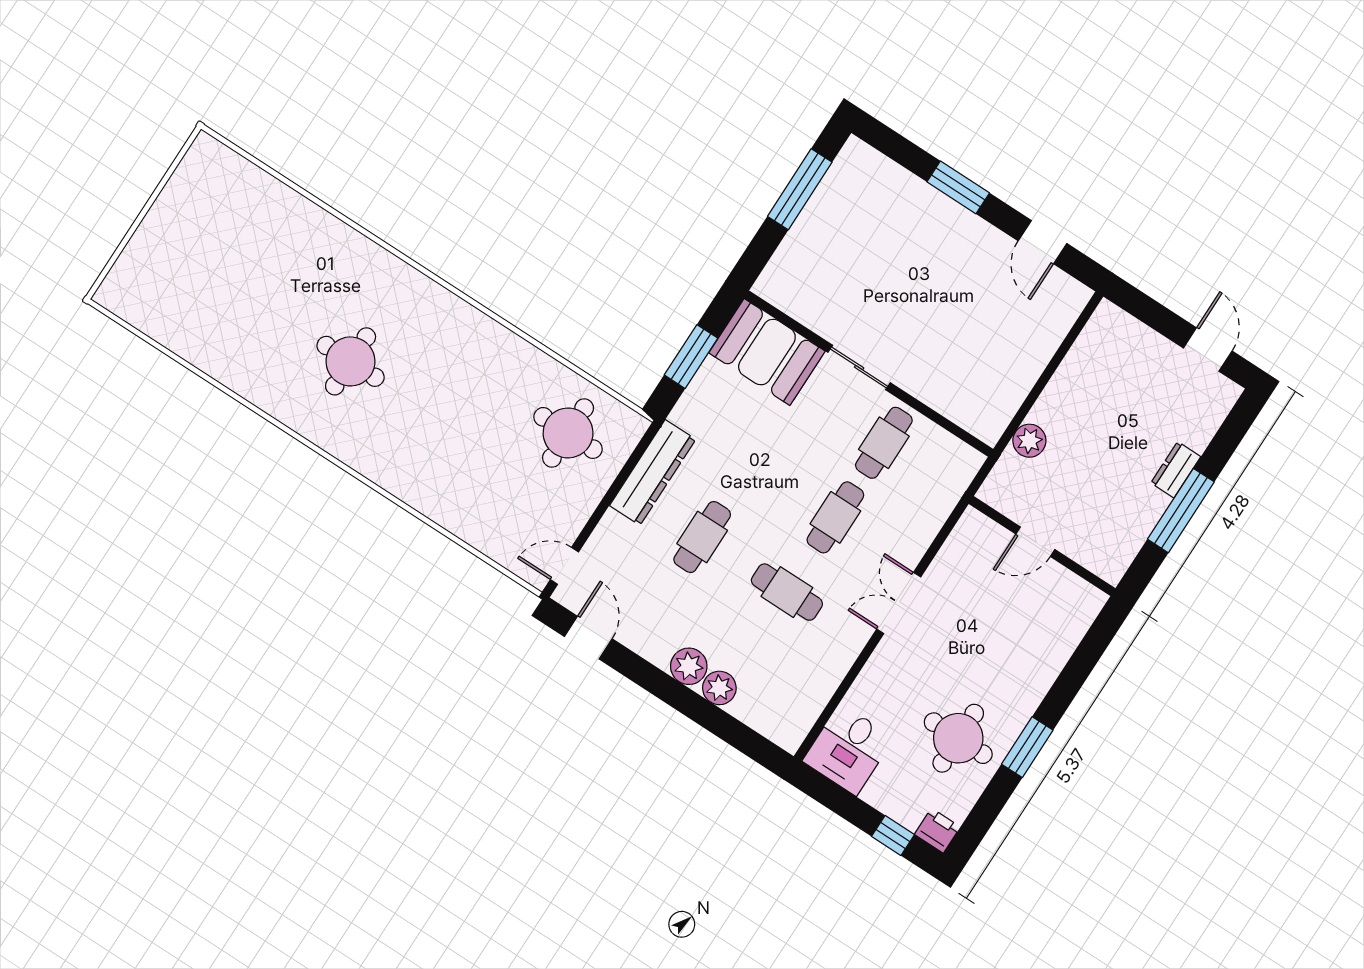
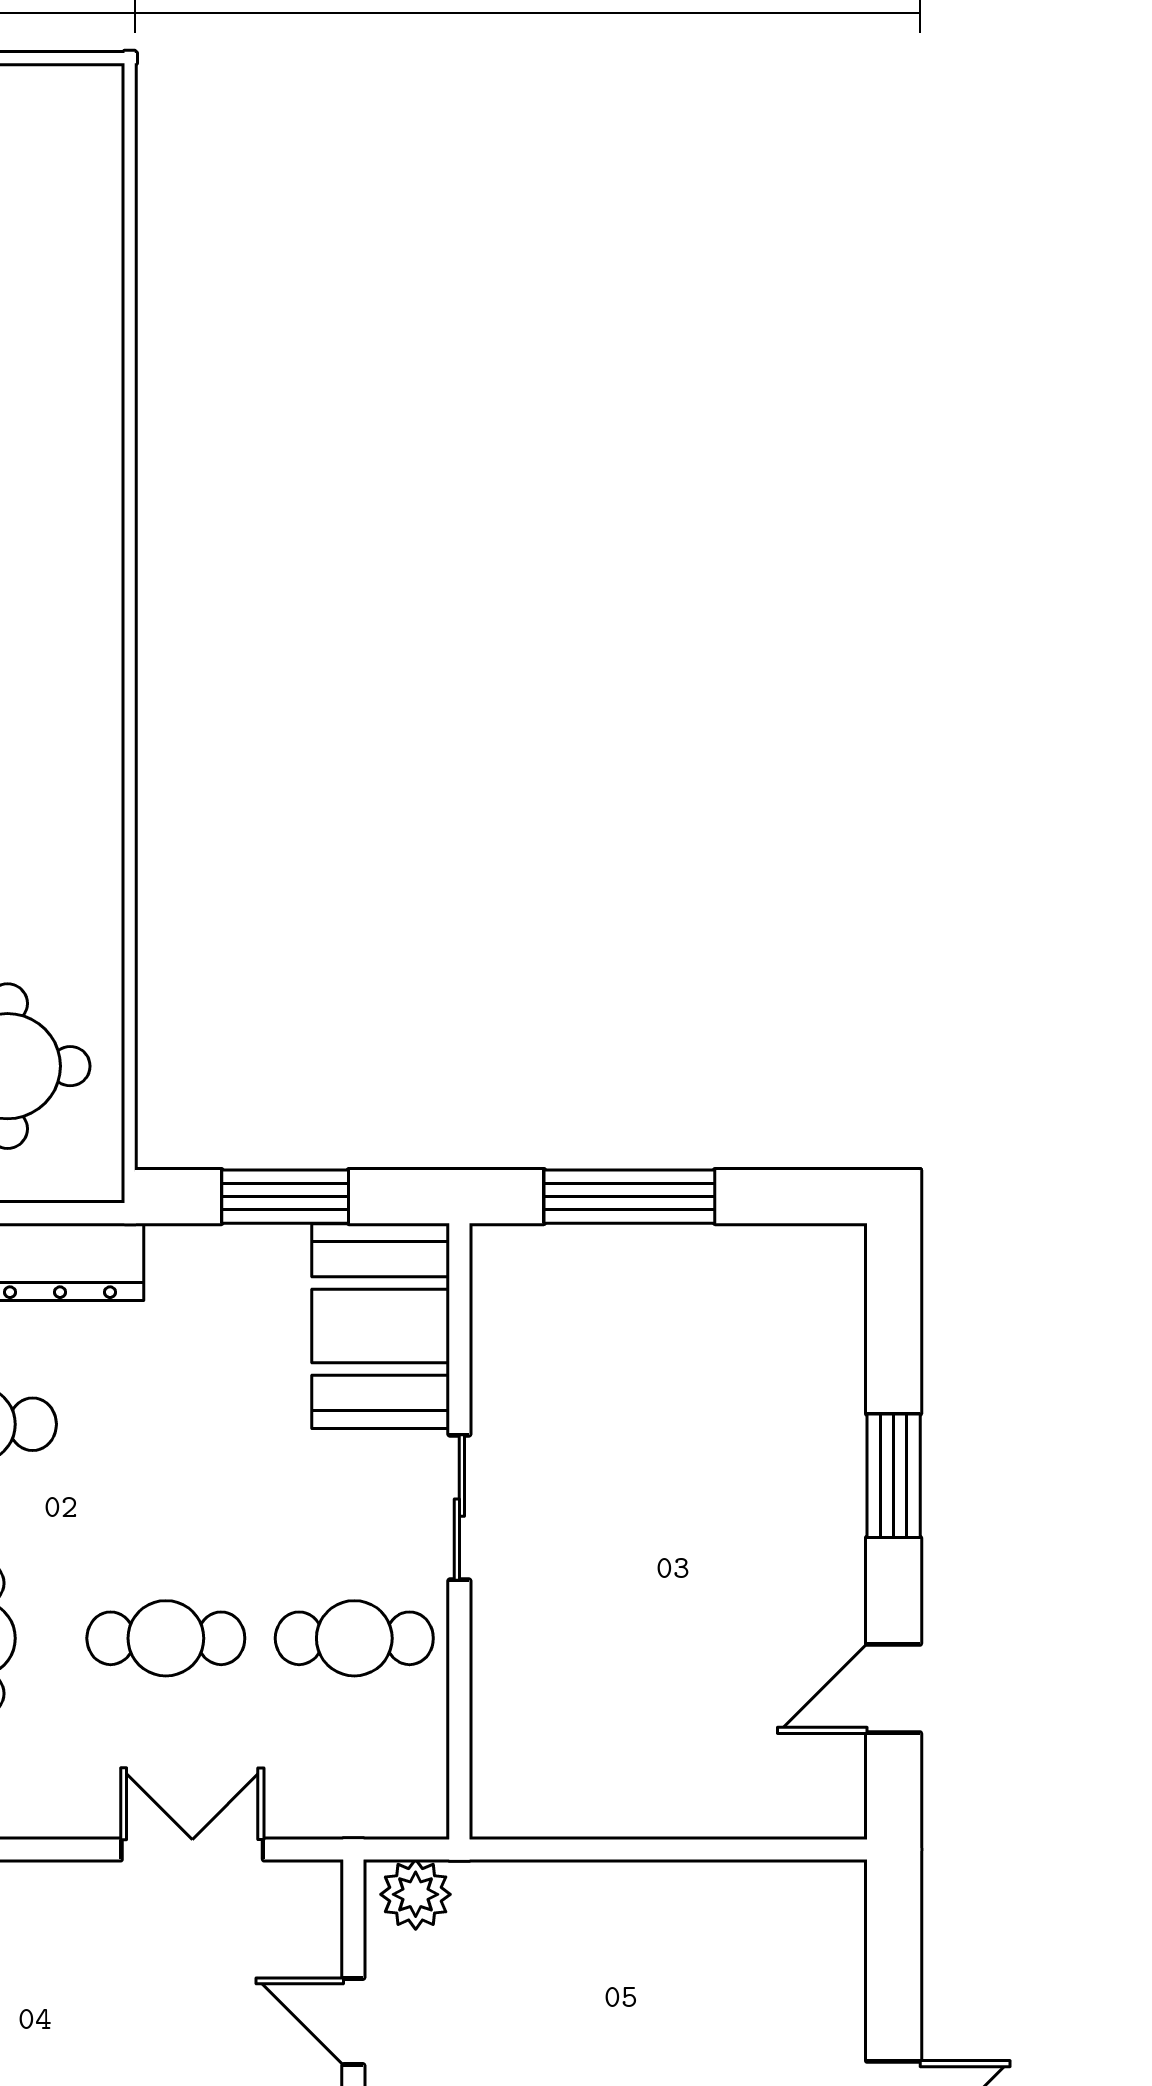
window: (800, 189) -> (629, 1197), moved
plant: (1029, 441) -> (416, 1894), moved
double door: (899, 603) -> (192, 1849), moved

